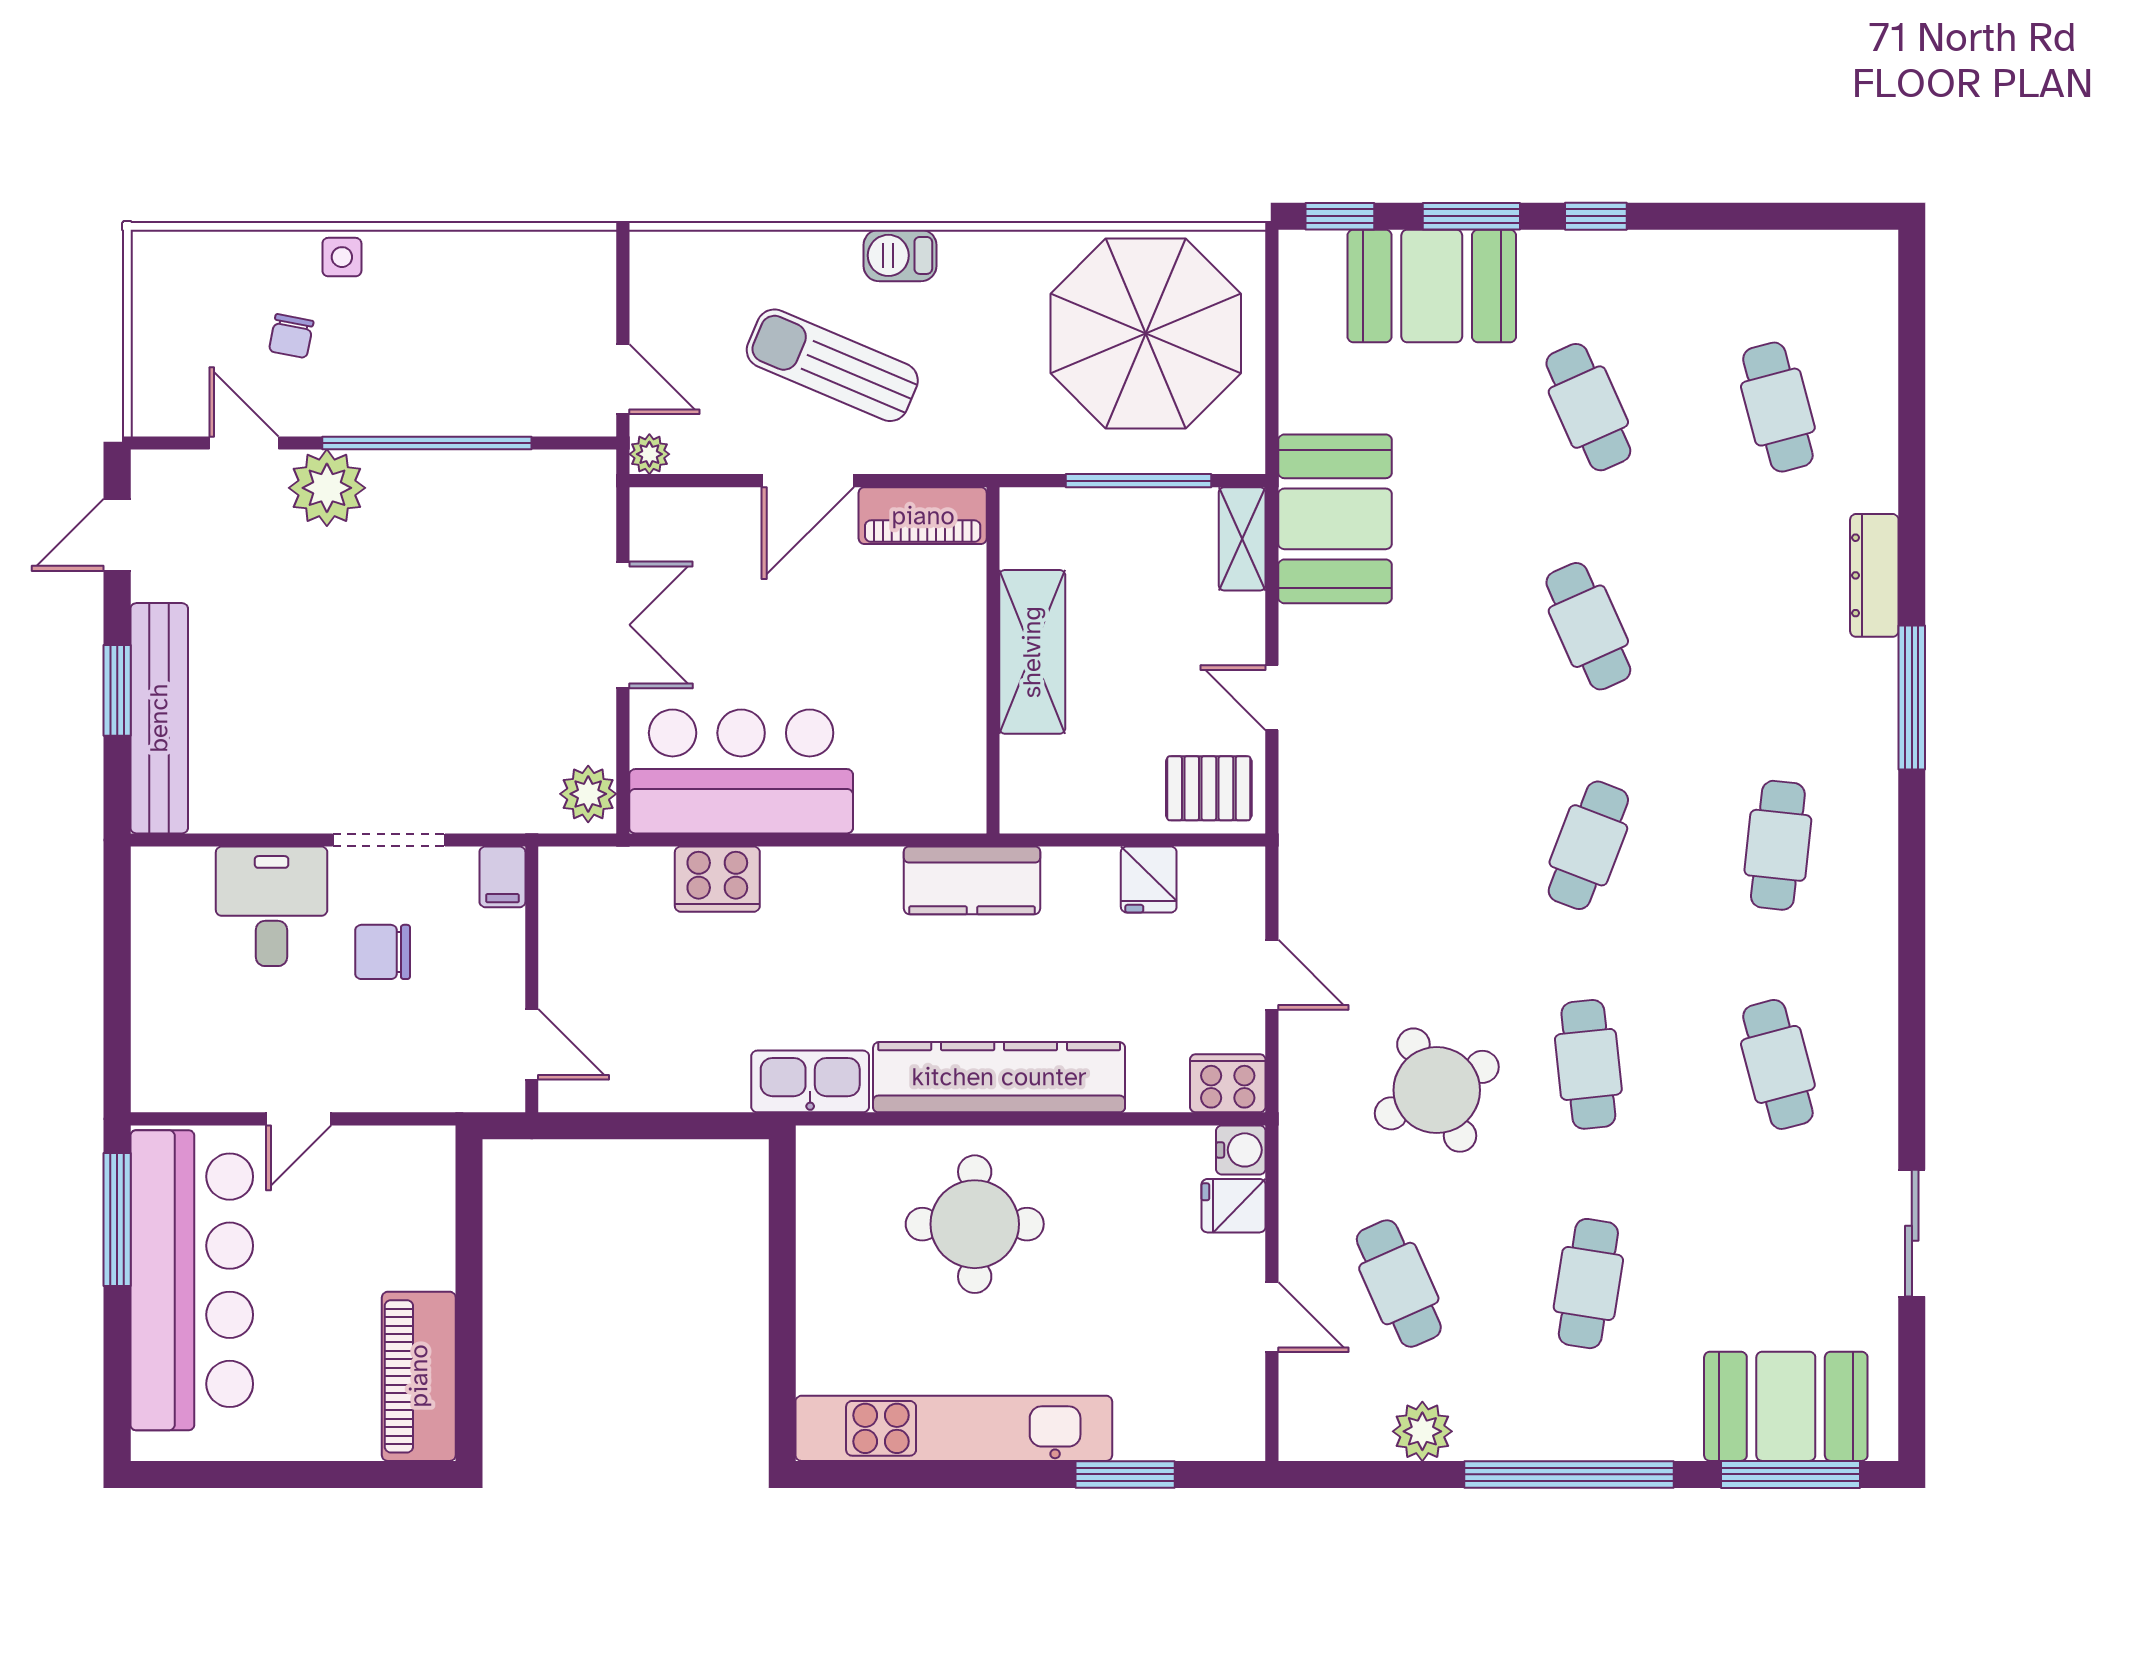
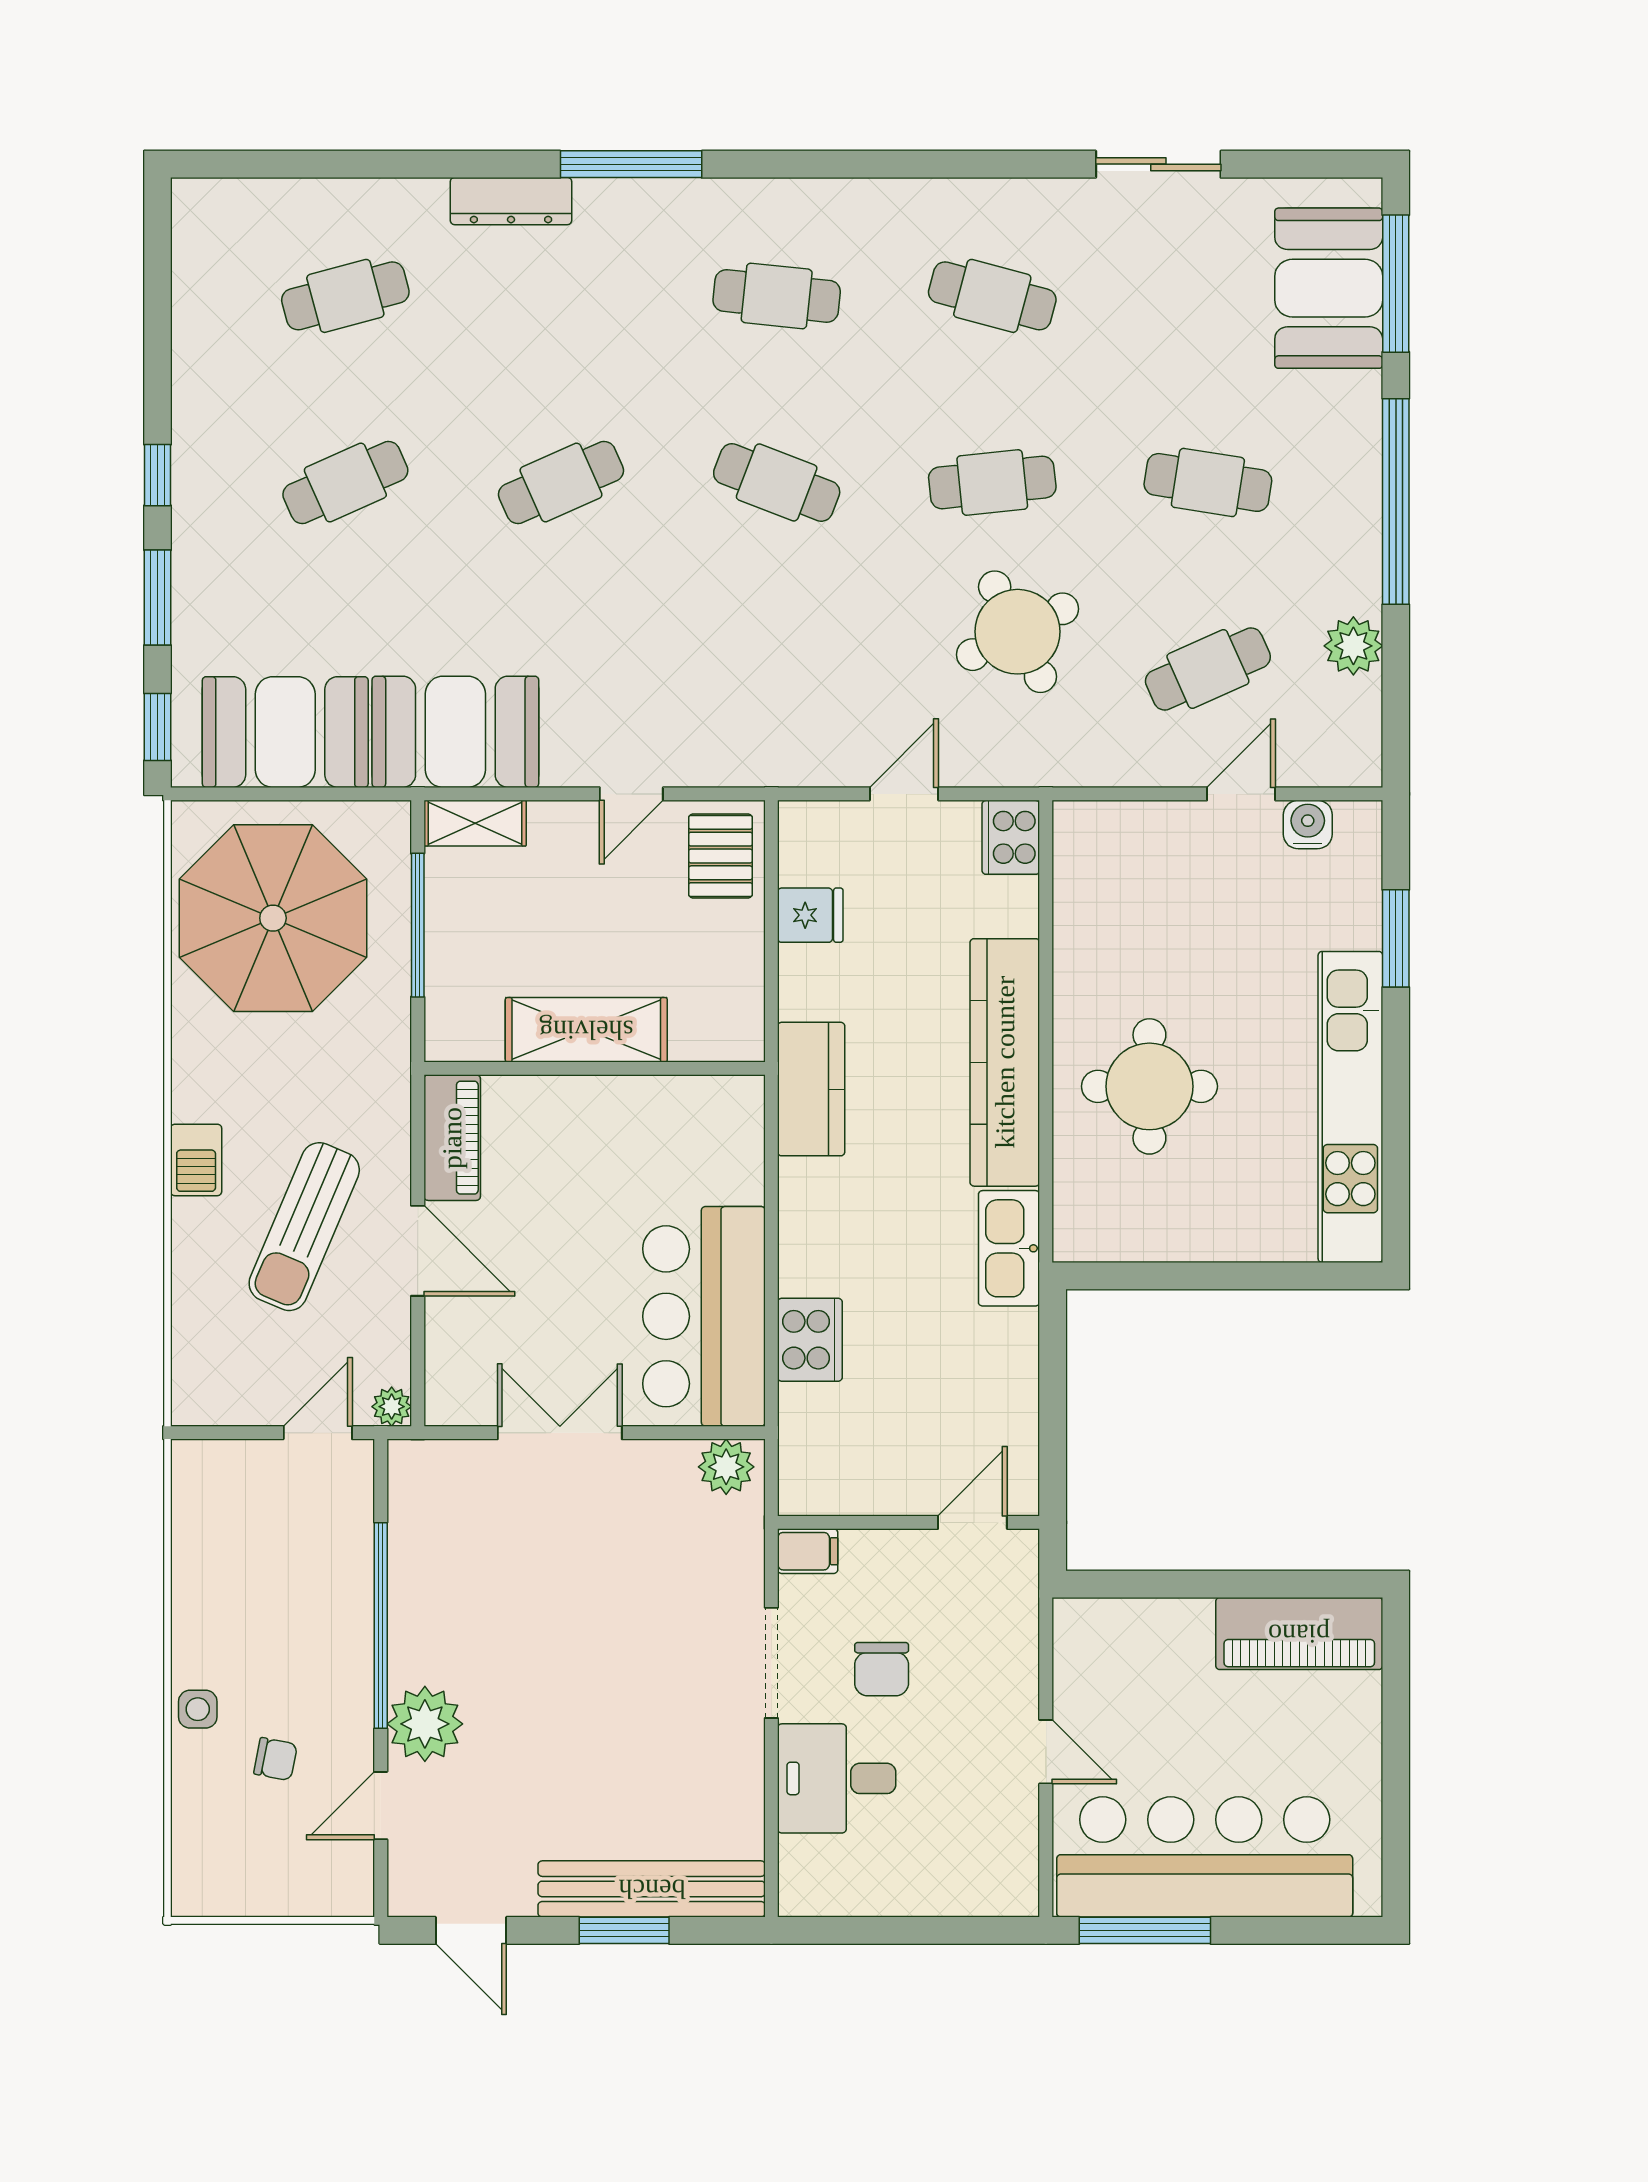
booth: (1432, 286) -> (285, 732), moved, turned 90
cafe table: (1778, 1064) -> (992, 296), turned 30
water cooler: (1241, 1150) -> (1308, 825), moved
fridge: (1234, 1206) -> (1131, 832), removed

